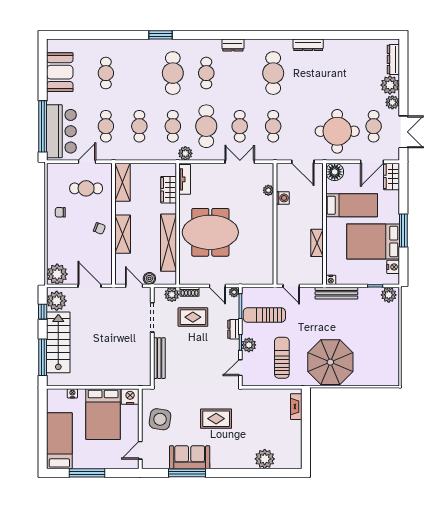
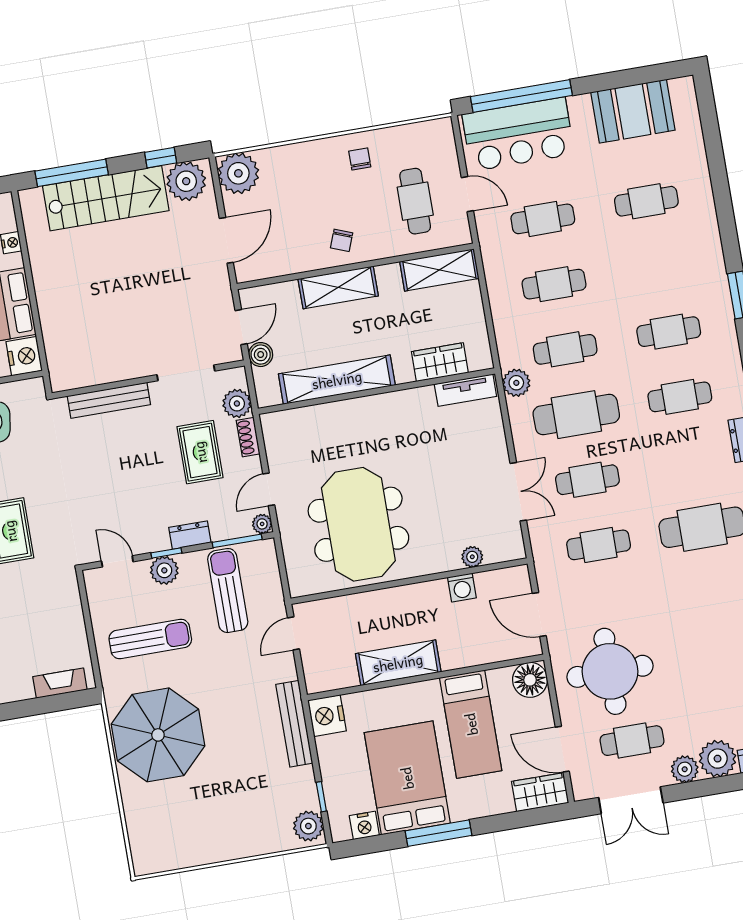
cafe table: (173, 73) -> (669, 332), width x0.73, depth x0.74
door: (303, 162) -> (539, 615), hinge flipped
meeting table: (210, 232) -> (358, 524), moved
shelving: (317, 243) -> (398, 663), width x1.50, depth x1.33
nightstand: (331, 280) -> (327, 716), width x1.89, depth x1.79

